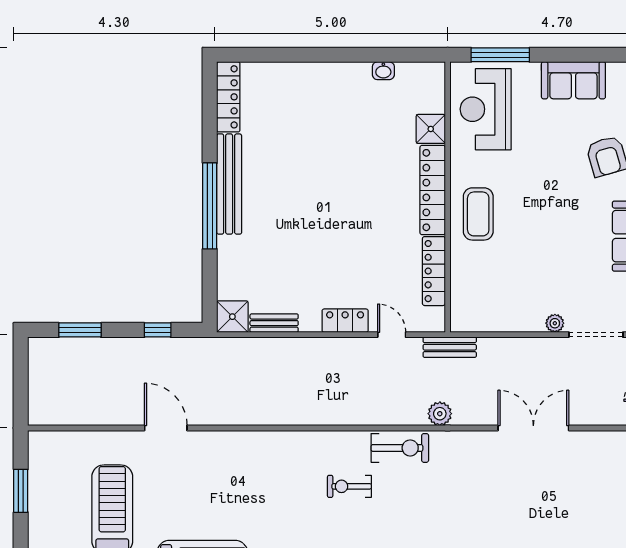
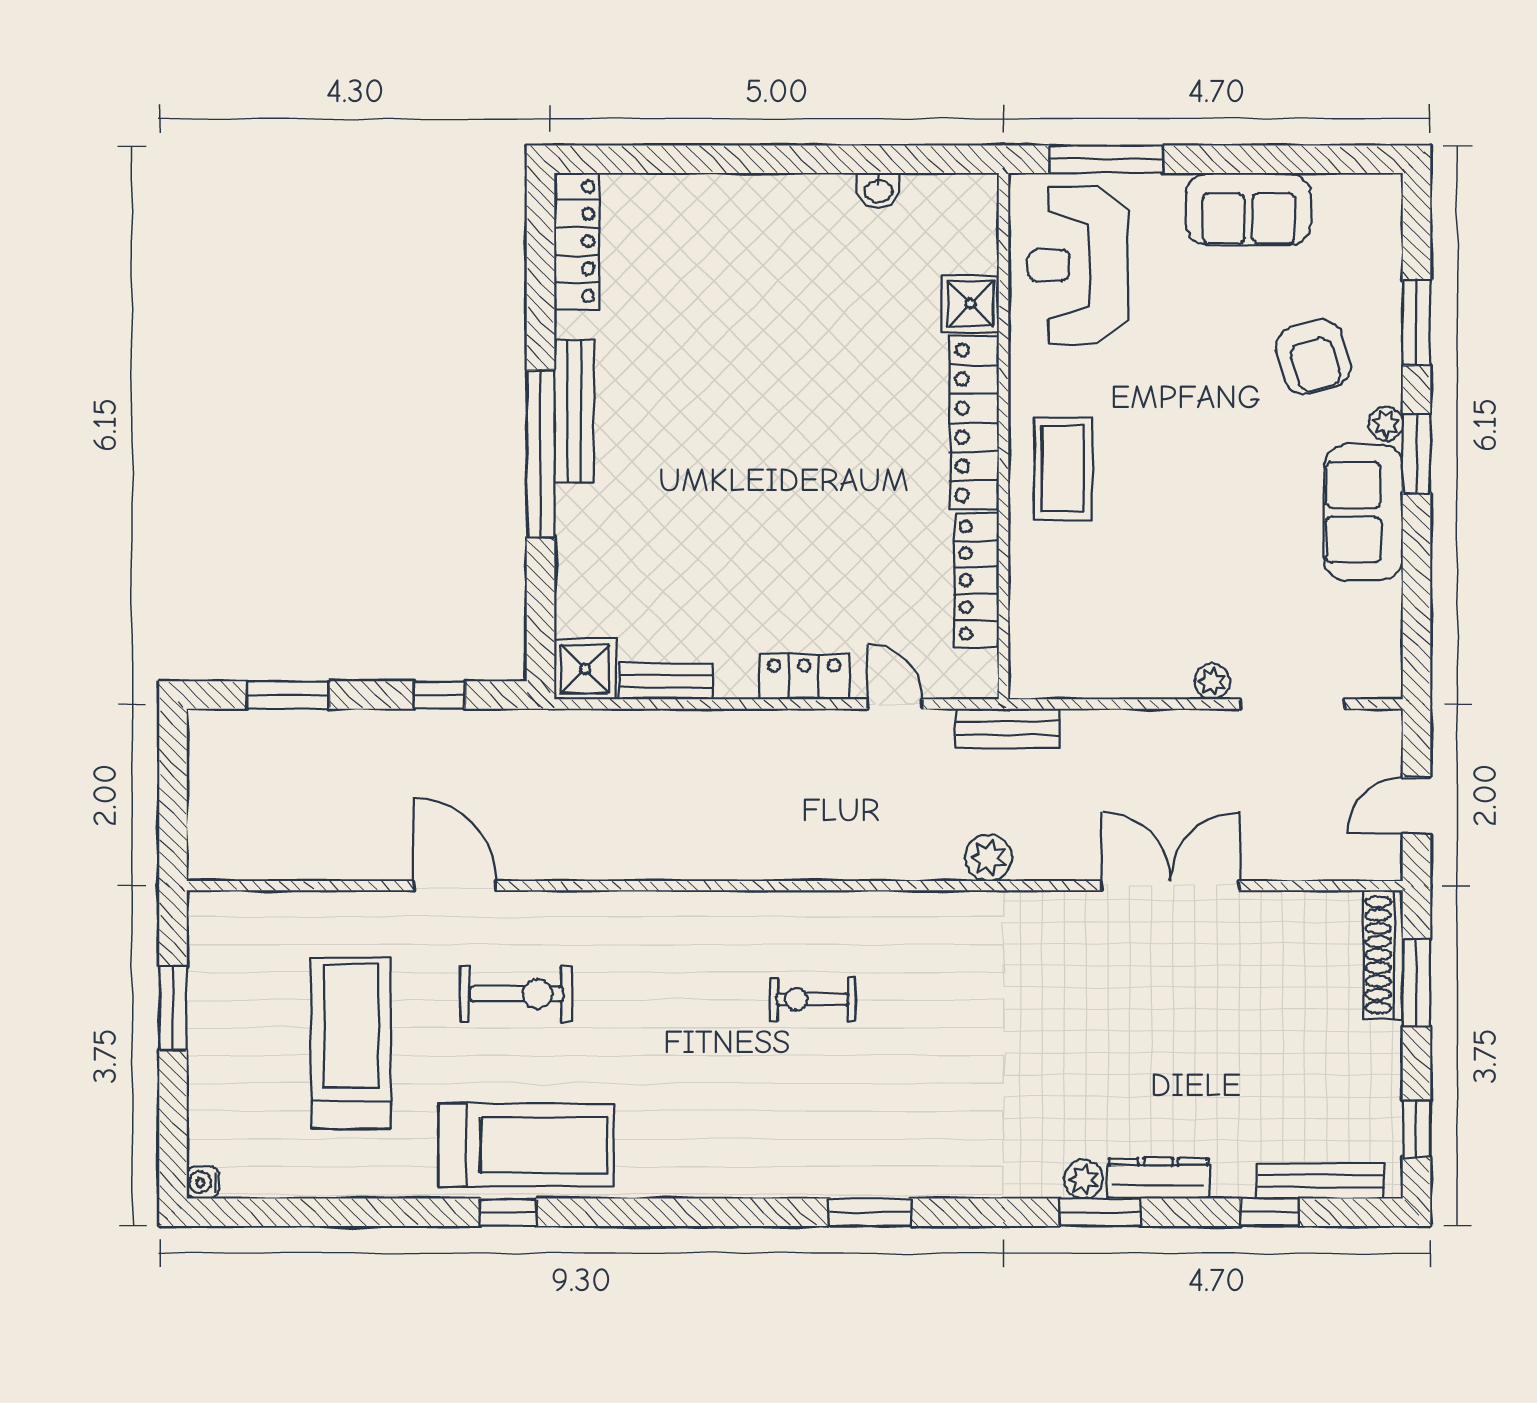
bench: (229, 184) -> (574, 411), width x0.73, depth x0.82
exercise bike: (400, 448) -> (516, 994), moved

